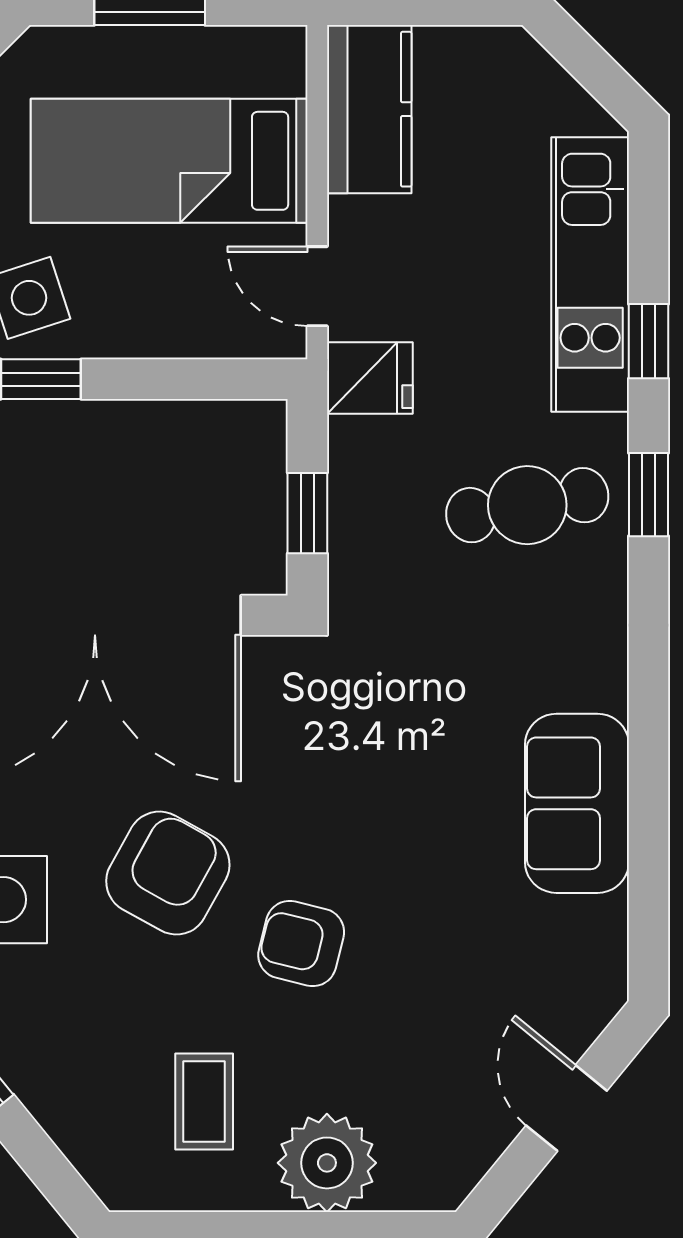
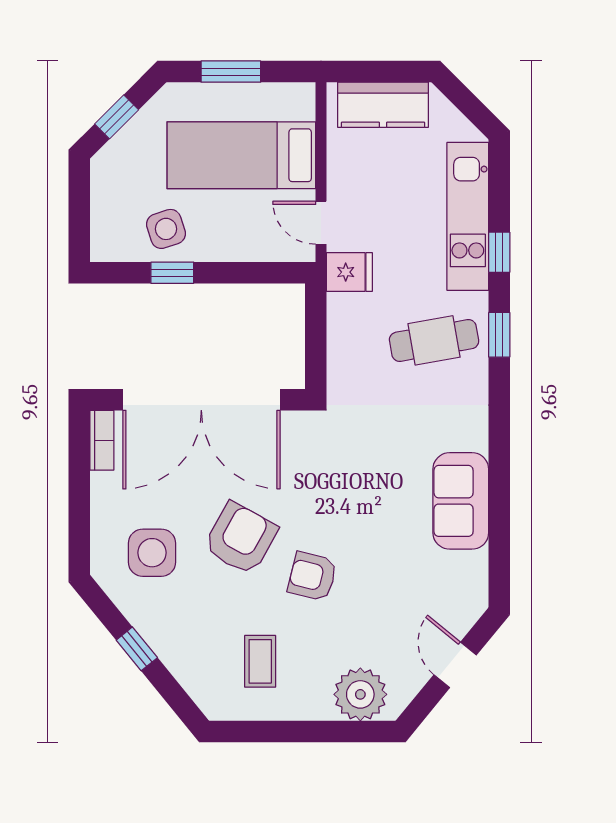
kitchen counter: (369, 109) -> (383, 105), moved, turned 90
window: (307, 513) -> (316, 345), removed
plant: (327, 1163) -> (360, 694), moved

